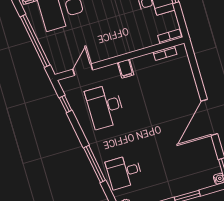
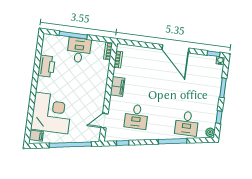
filing cabinet: (126, 69) -> (117, 87), width x2.00
door: (83, 70) -> (104, 121), hinge flipped
desk: (105, 106) -> (136, 117), width x0.73

